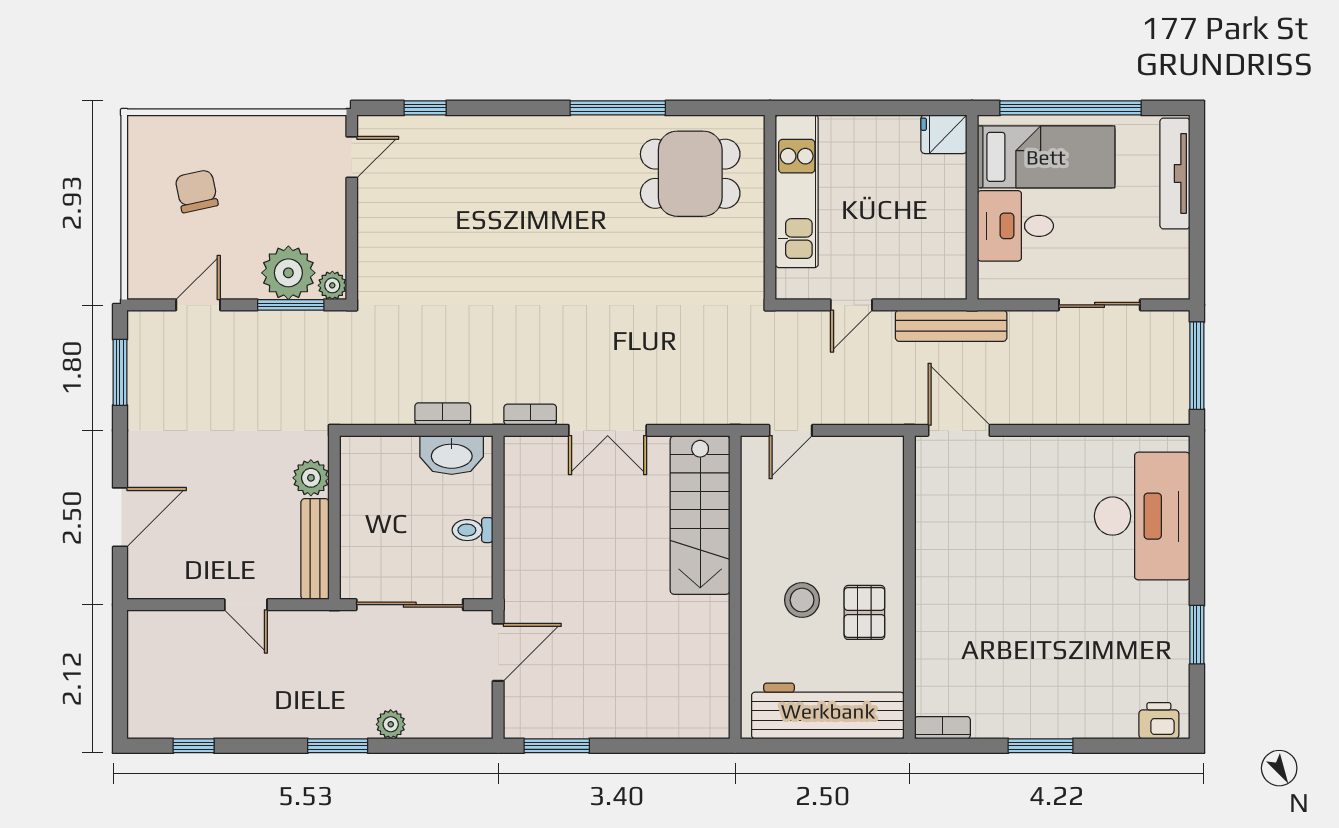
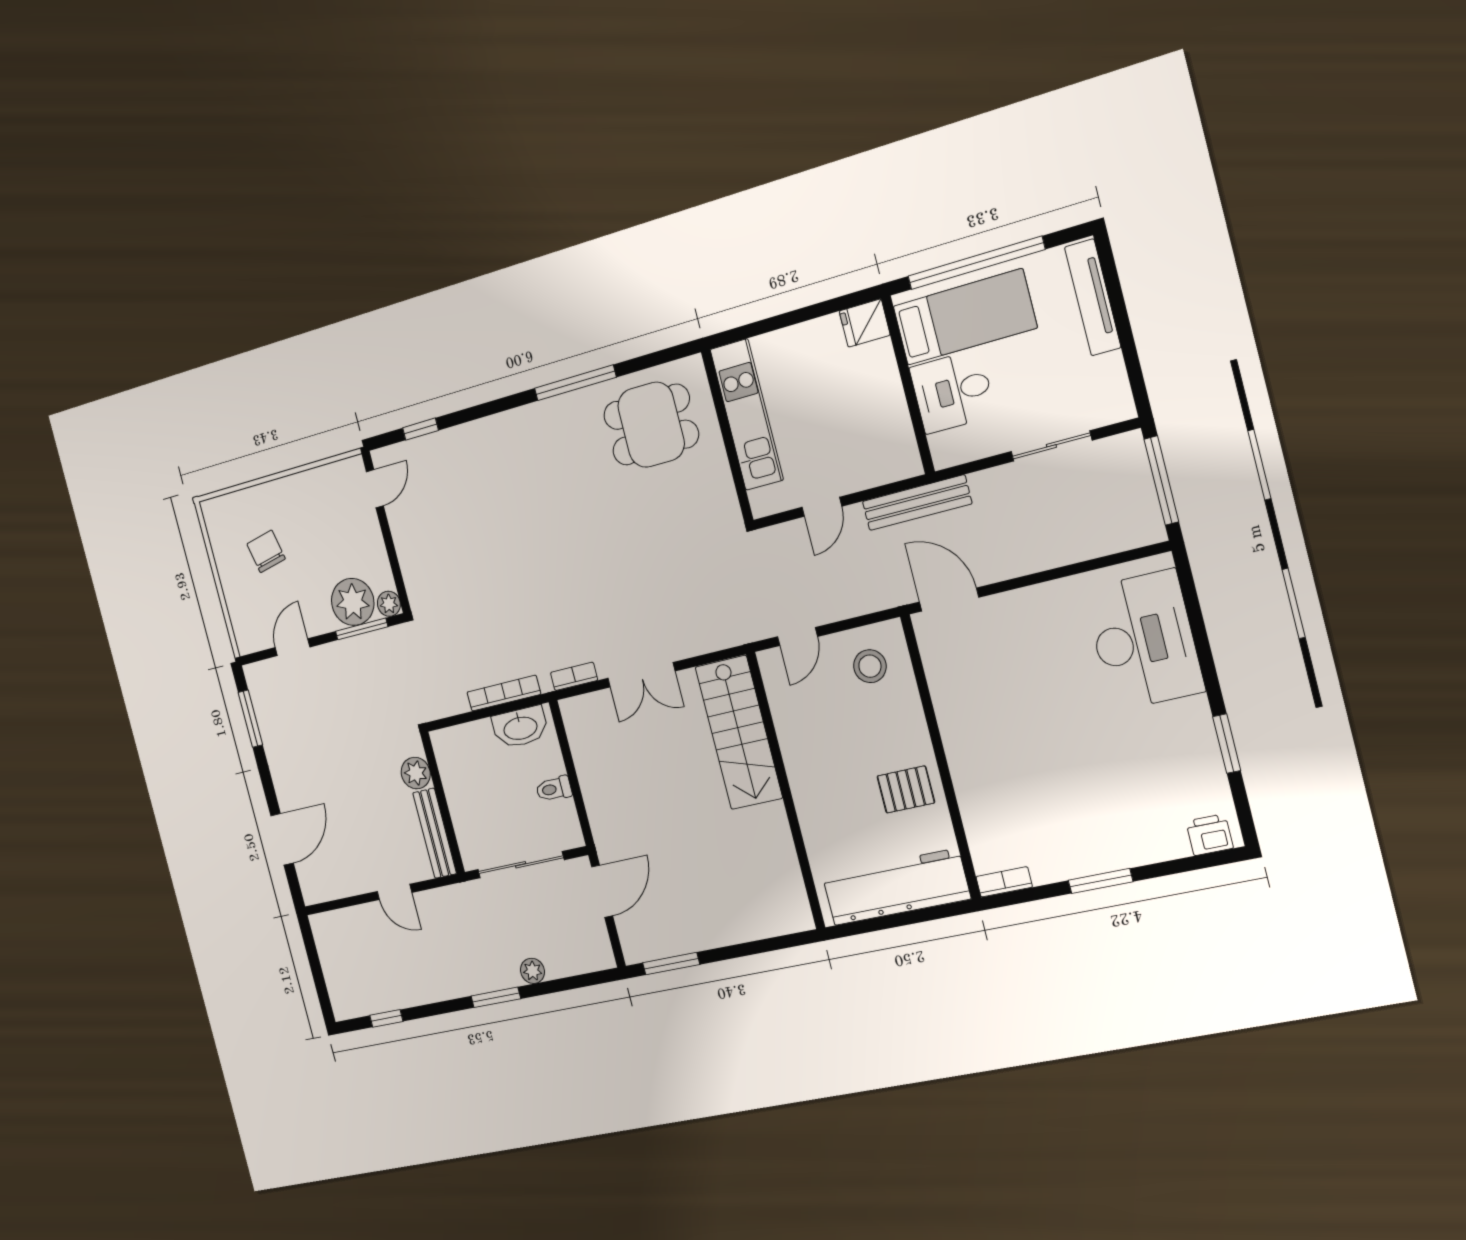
bookcase: (443, 414) -> (504, 693), width x1.56
stool: (802, 600) -> (870, 666), moved
pallet: (864, 612) -> (906, 789), turned 90

